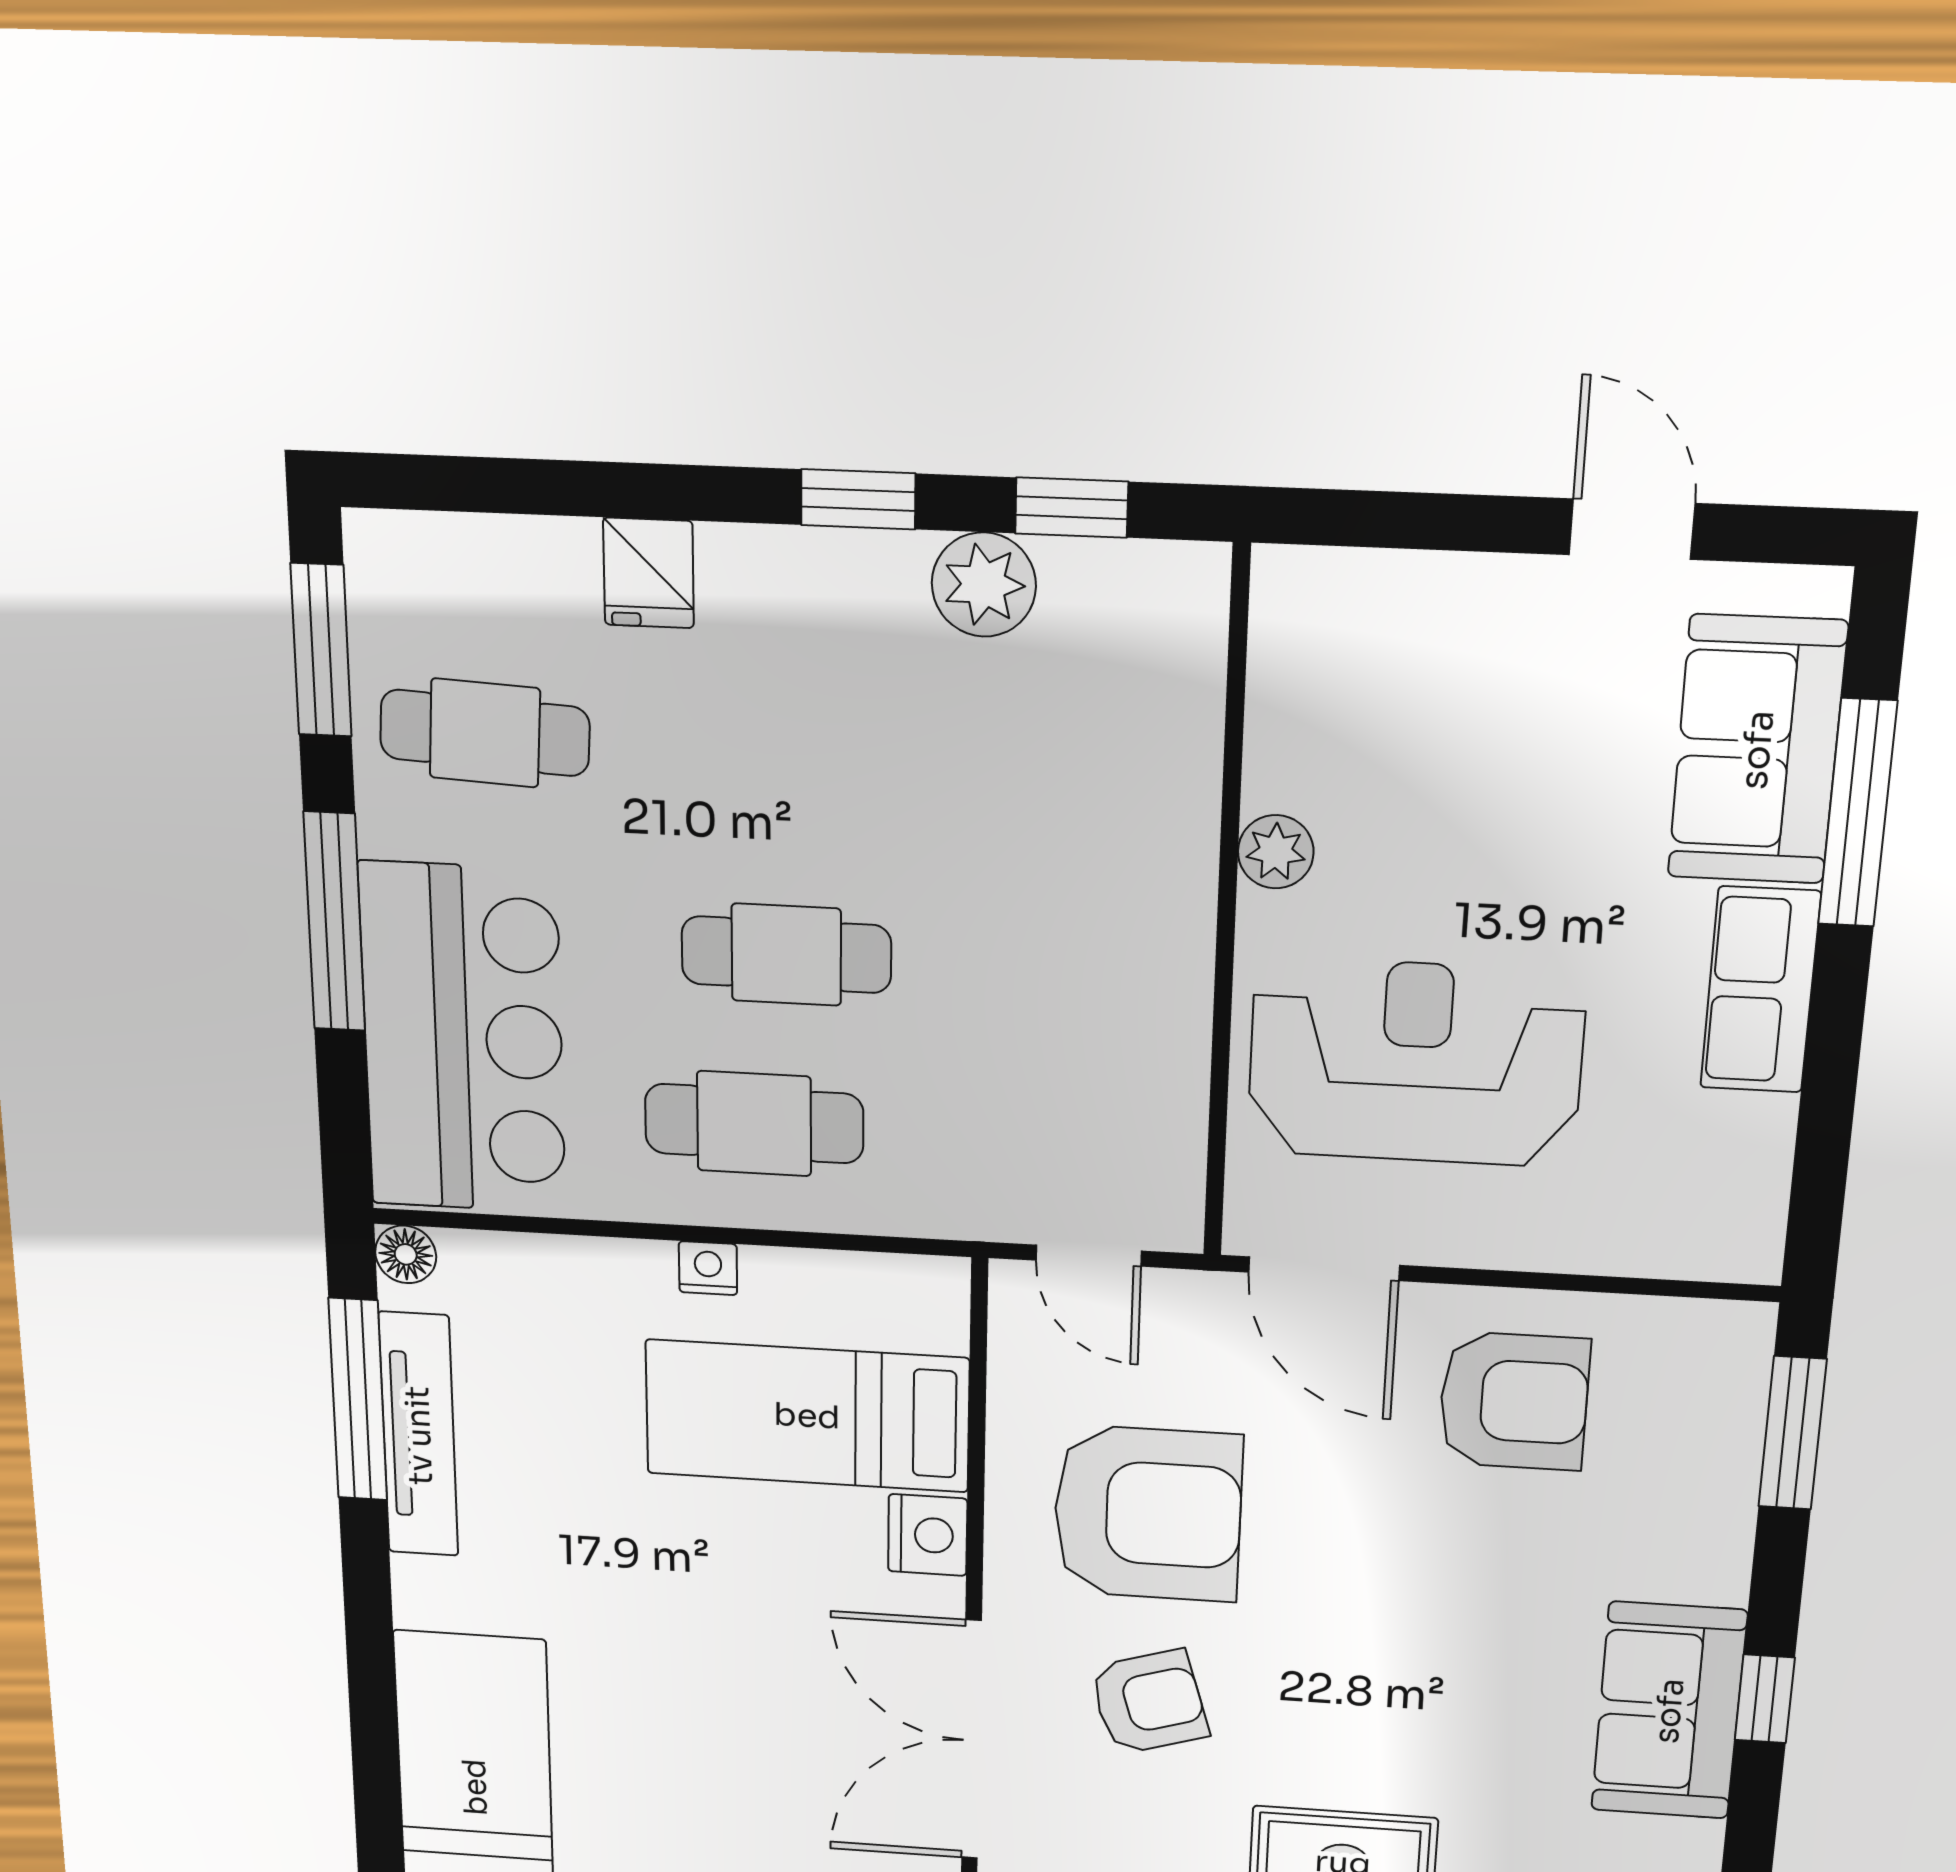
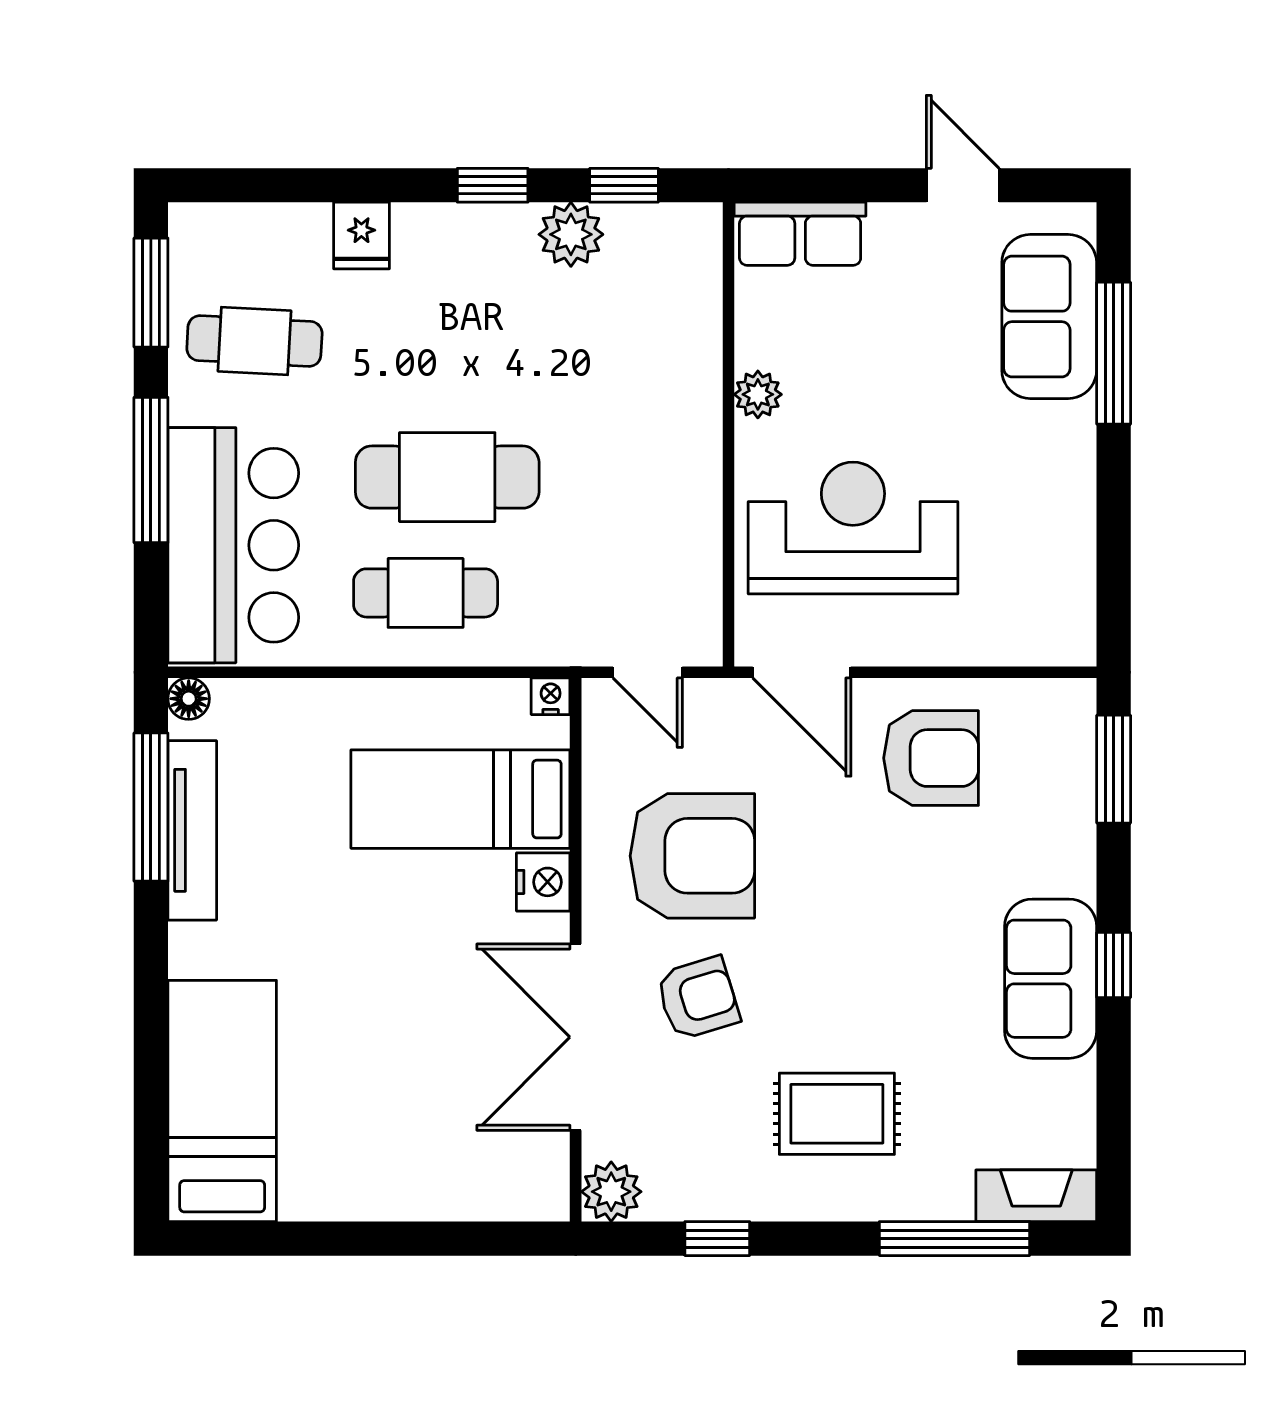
cafe table: (786, 955) -> (447, 477), width x1.37, depth x1.35
row of seats: (1760, 990) -> (800, 234), moved, turned -90
nightstand: (708, 1268) -> (551, 696), moved

